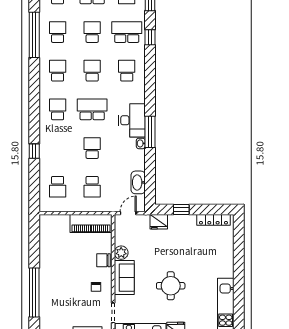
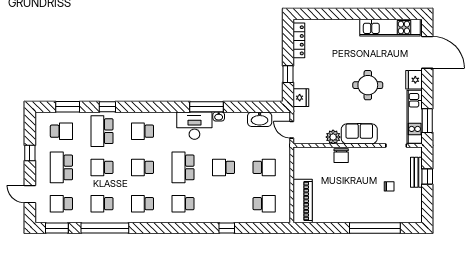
piano: (91, 224) -> (303, 201), moved
chair: (96, 287) -> (389, 186), moved

